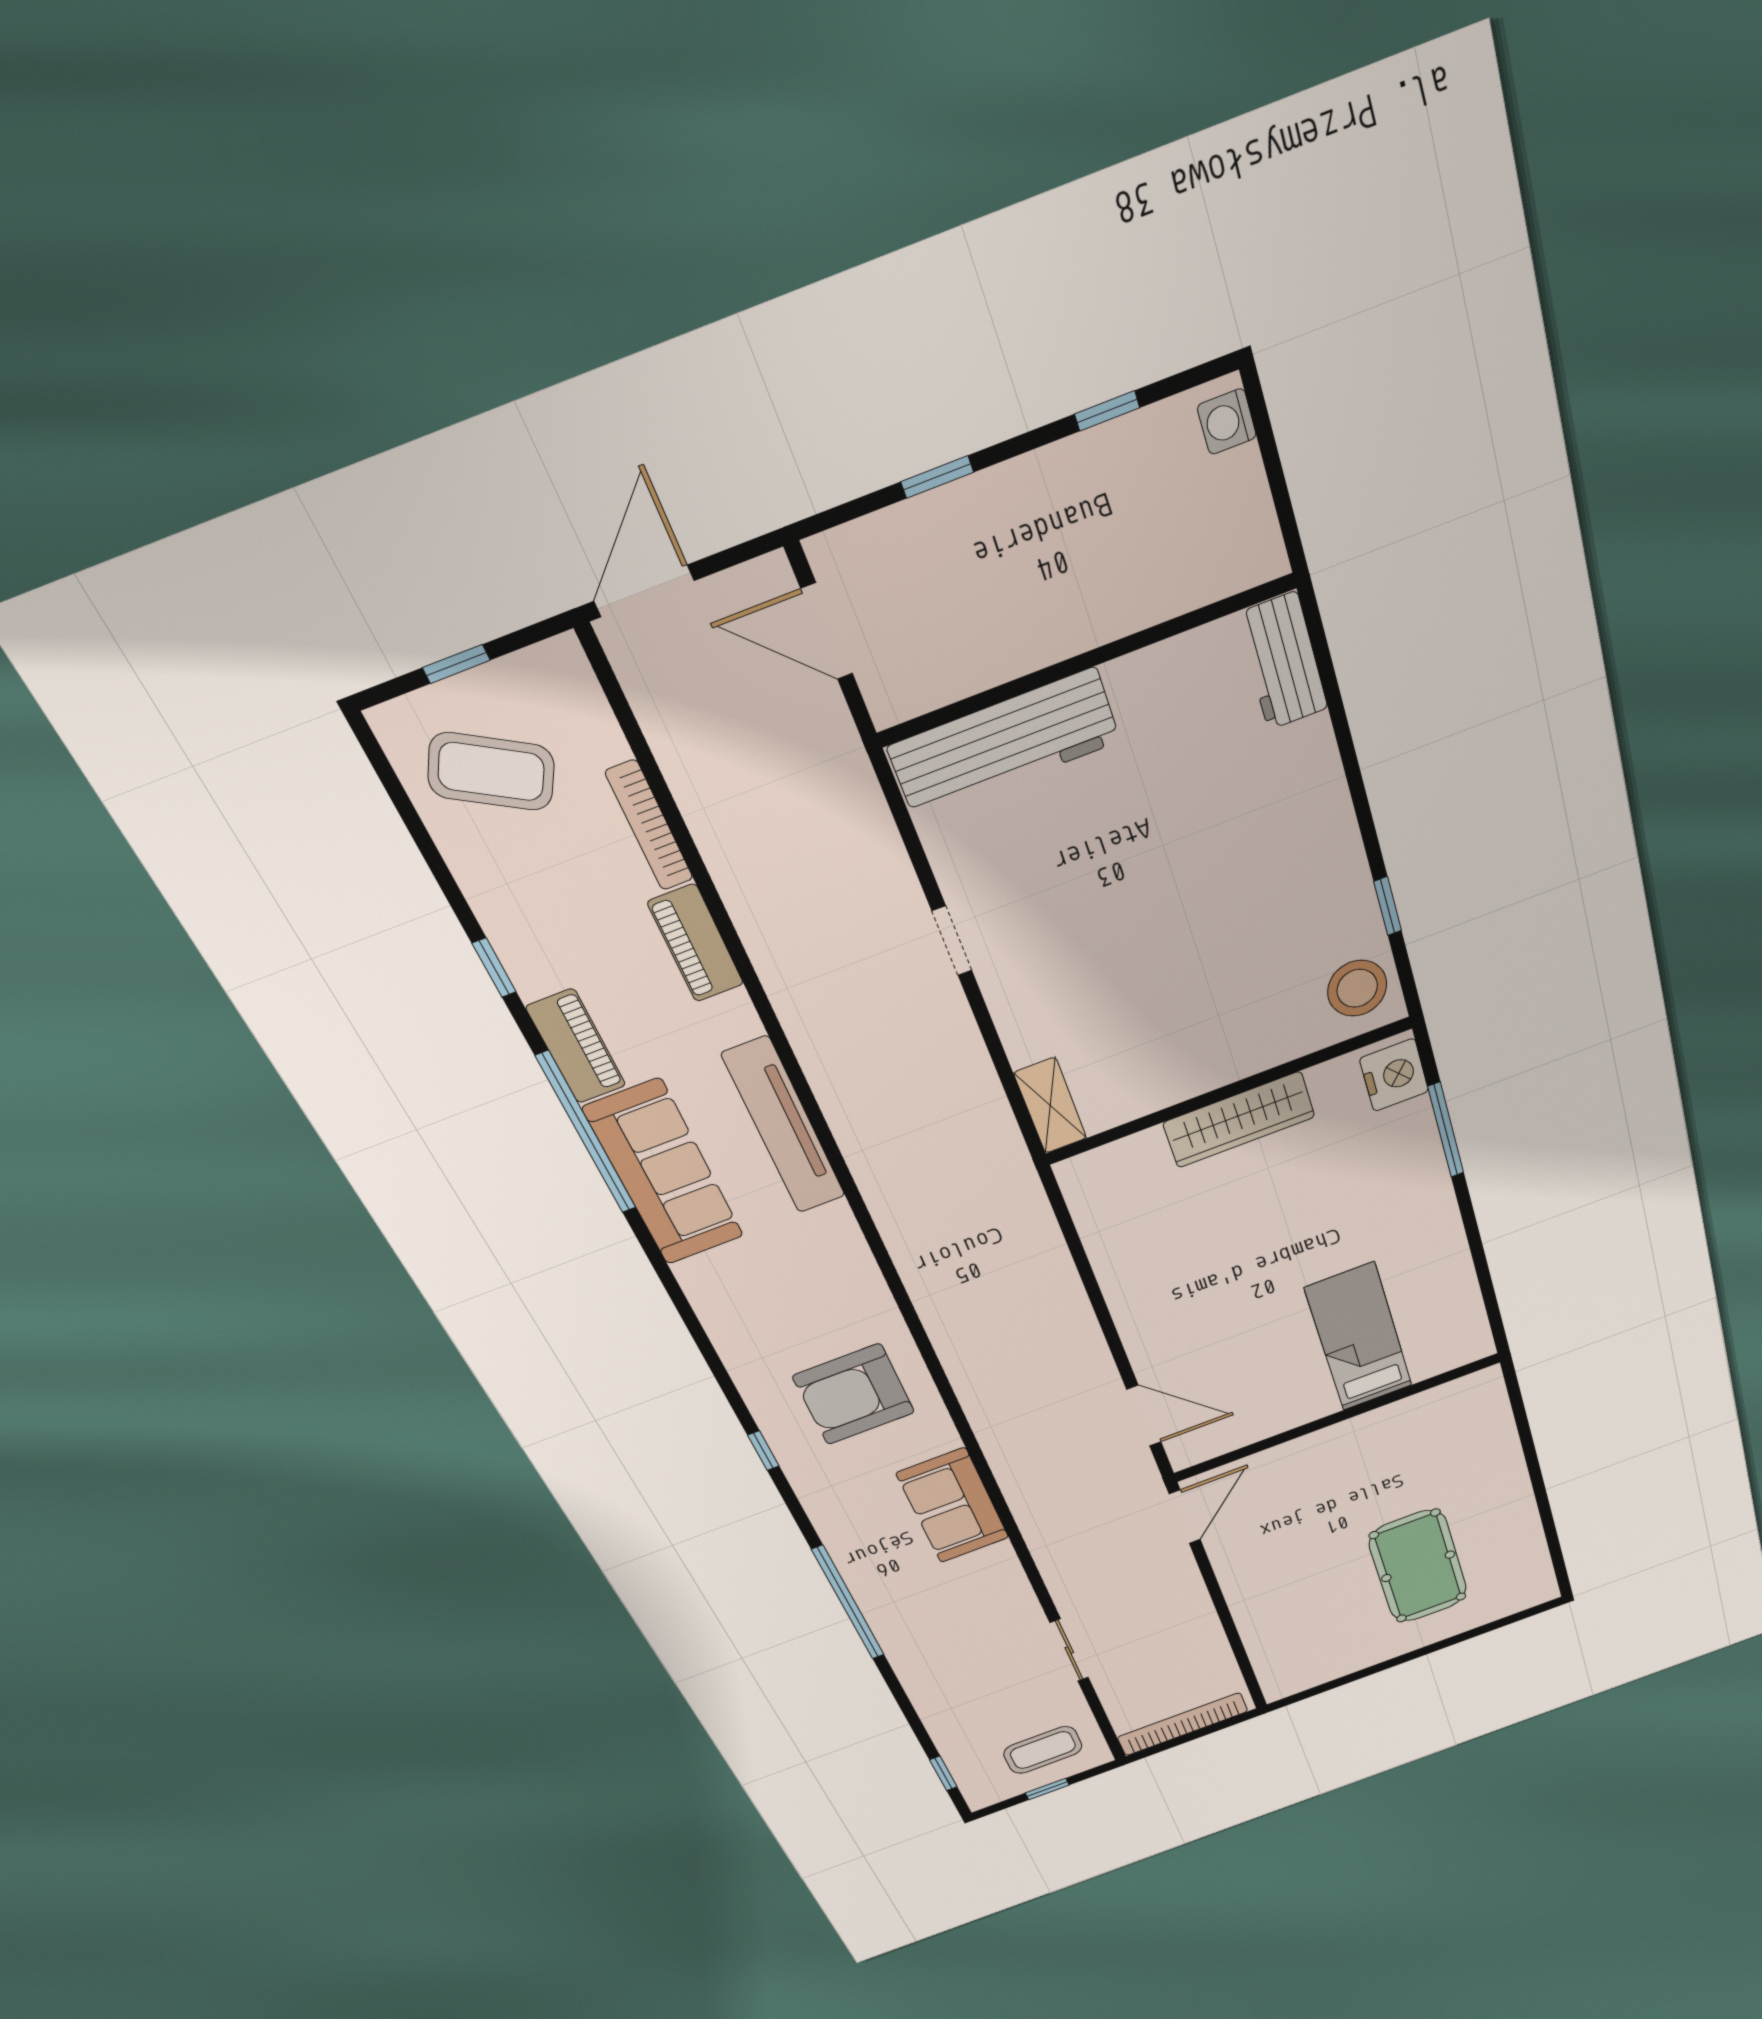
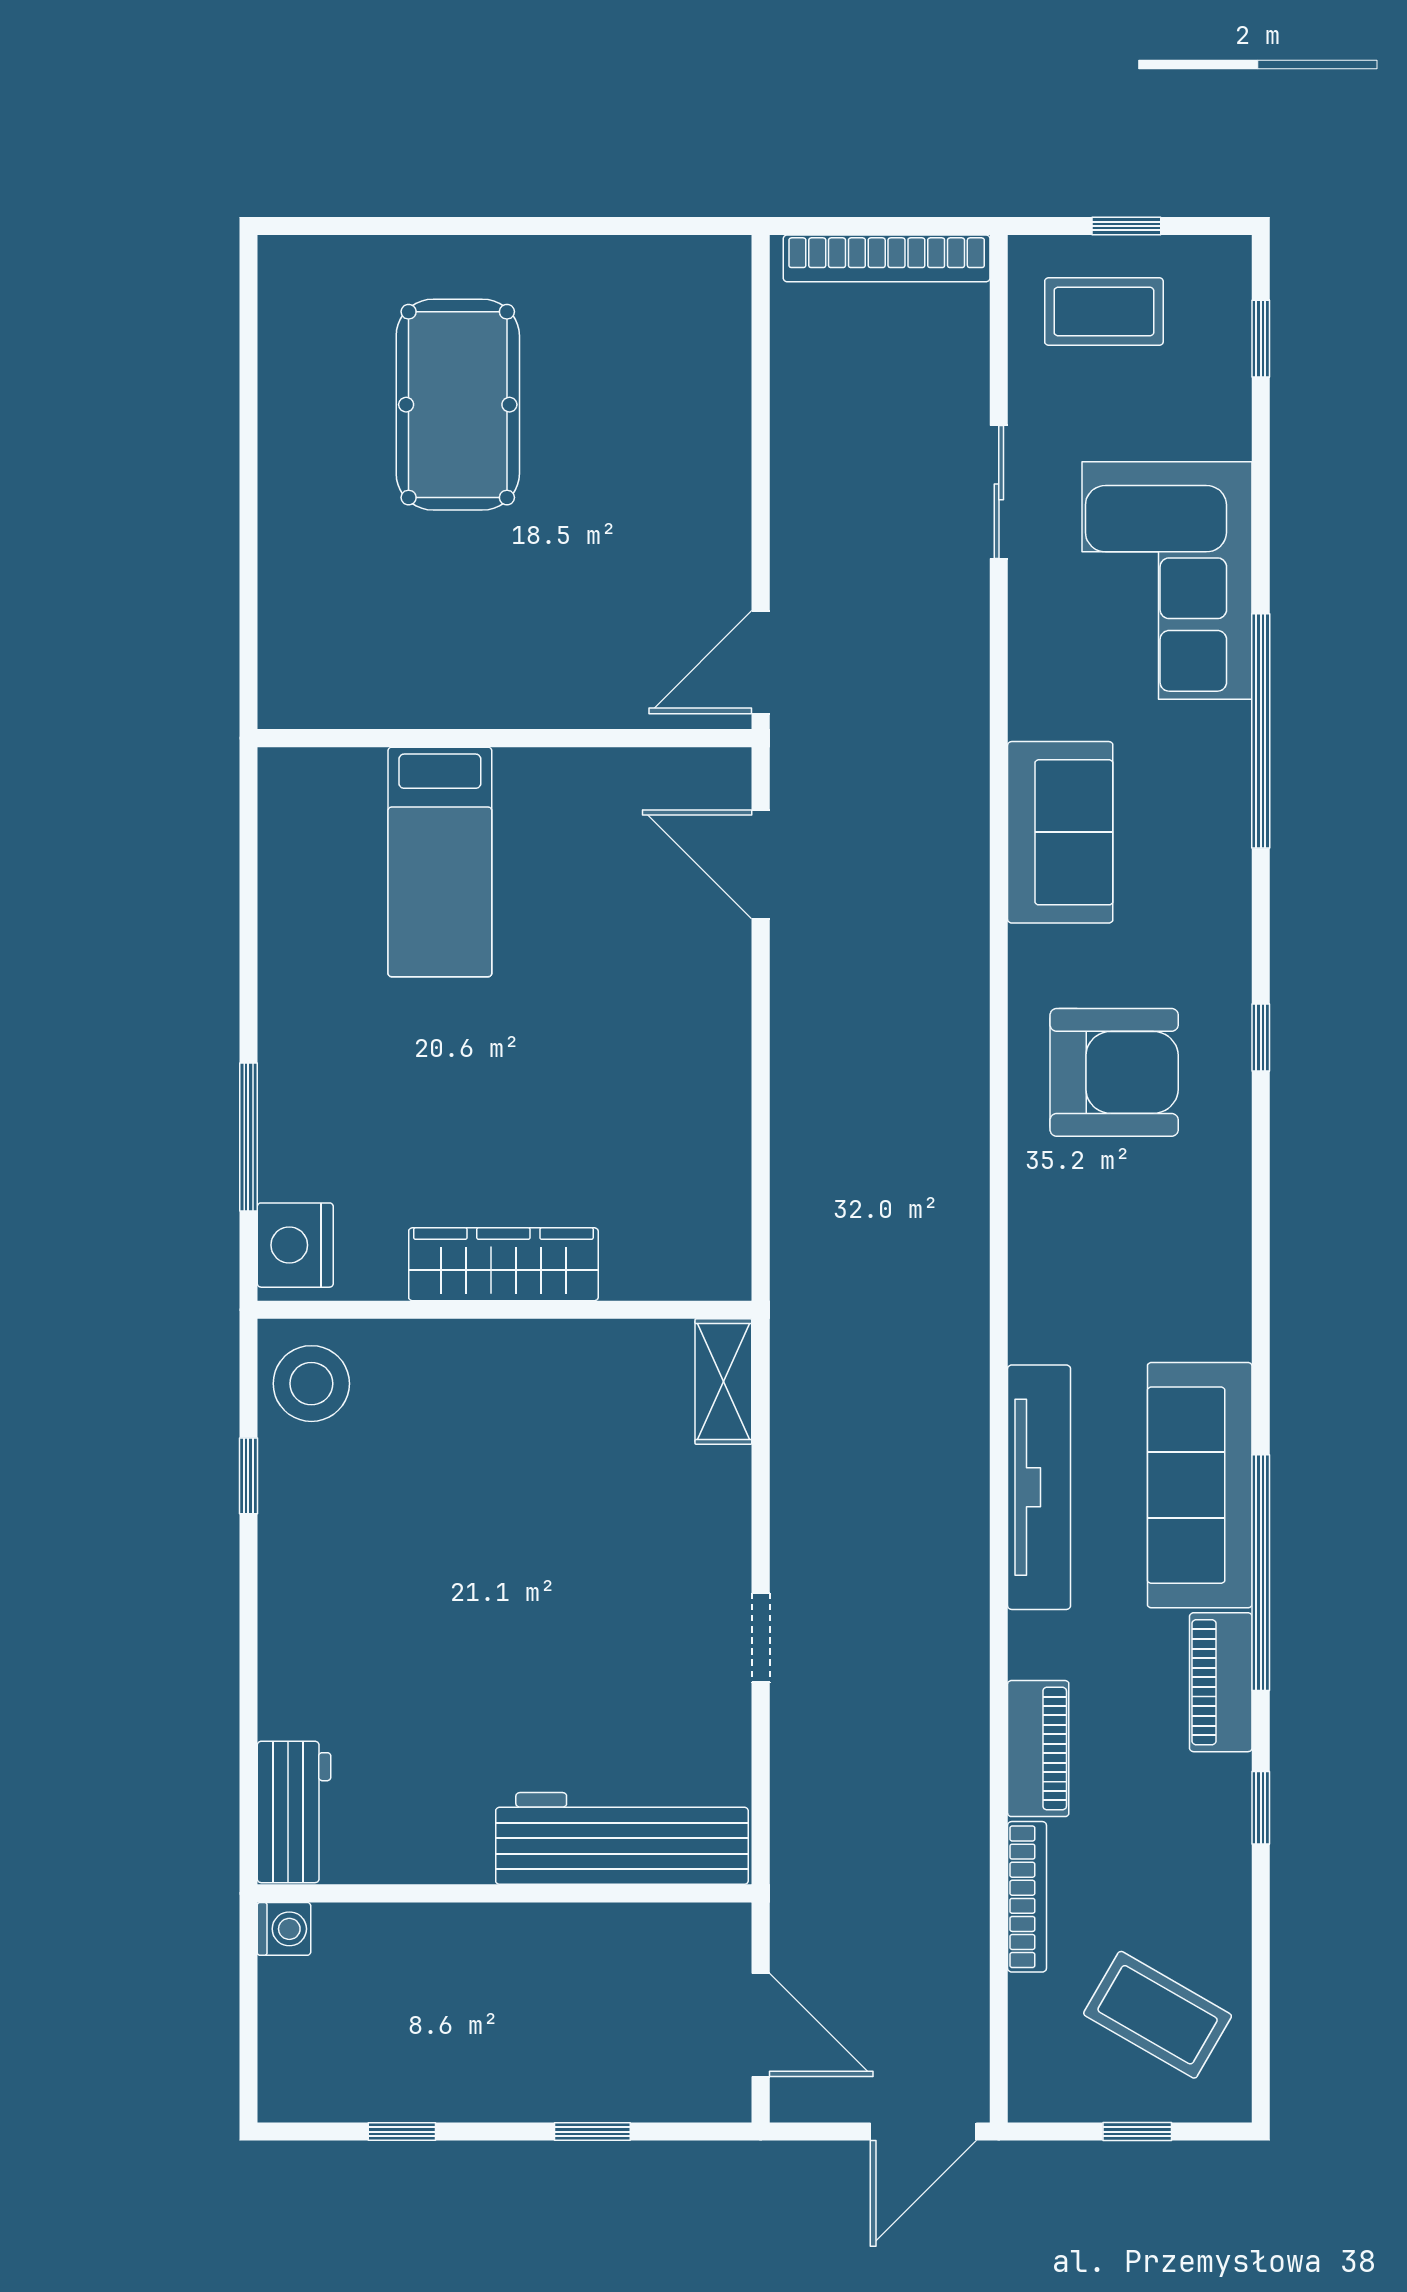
washing machine: (1227, 422) -> (284, 1929), moved
corner sofa: (945, 1650) -> (1167, 581), added

